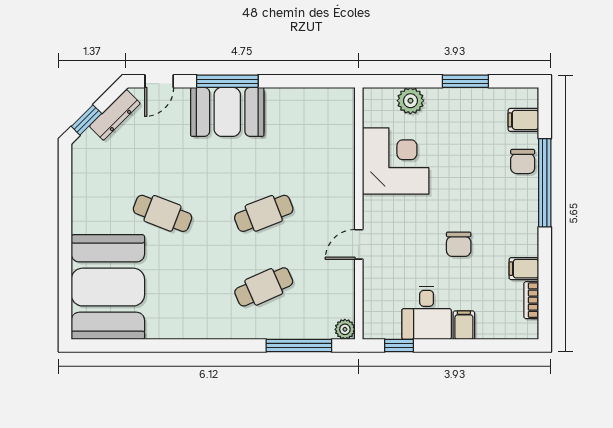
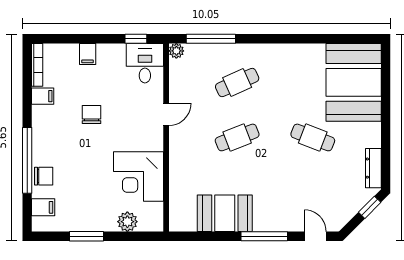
door: (159, 81) -> (315, 236), hinge flipped
booth: (227, 112) -> (225, 213), moved
dresser: (115, 115) -> (373, 168), moved, turned -45
chair: (523, 161) -> (44, 176), turned 90
bookcase: (531, 300) -> (37, 65), width x1.56
desk: (427, 313) -> (145, 63), moved

